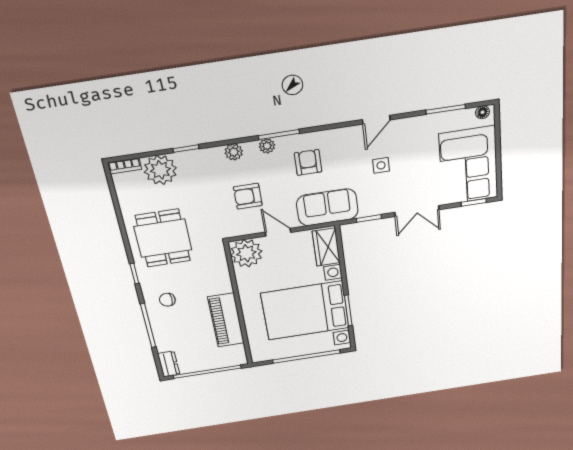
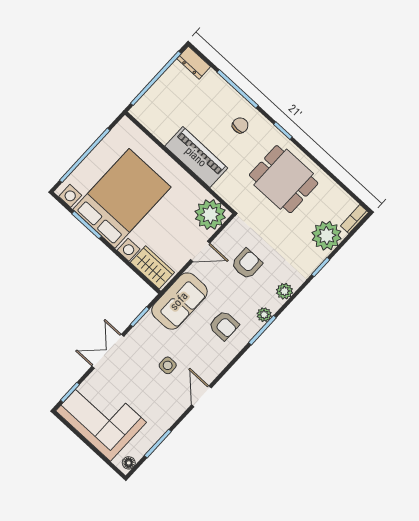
piano: (226, 320) -> (196, 157), moved

